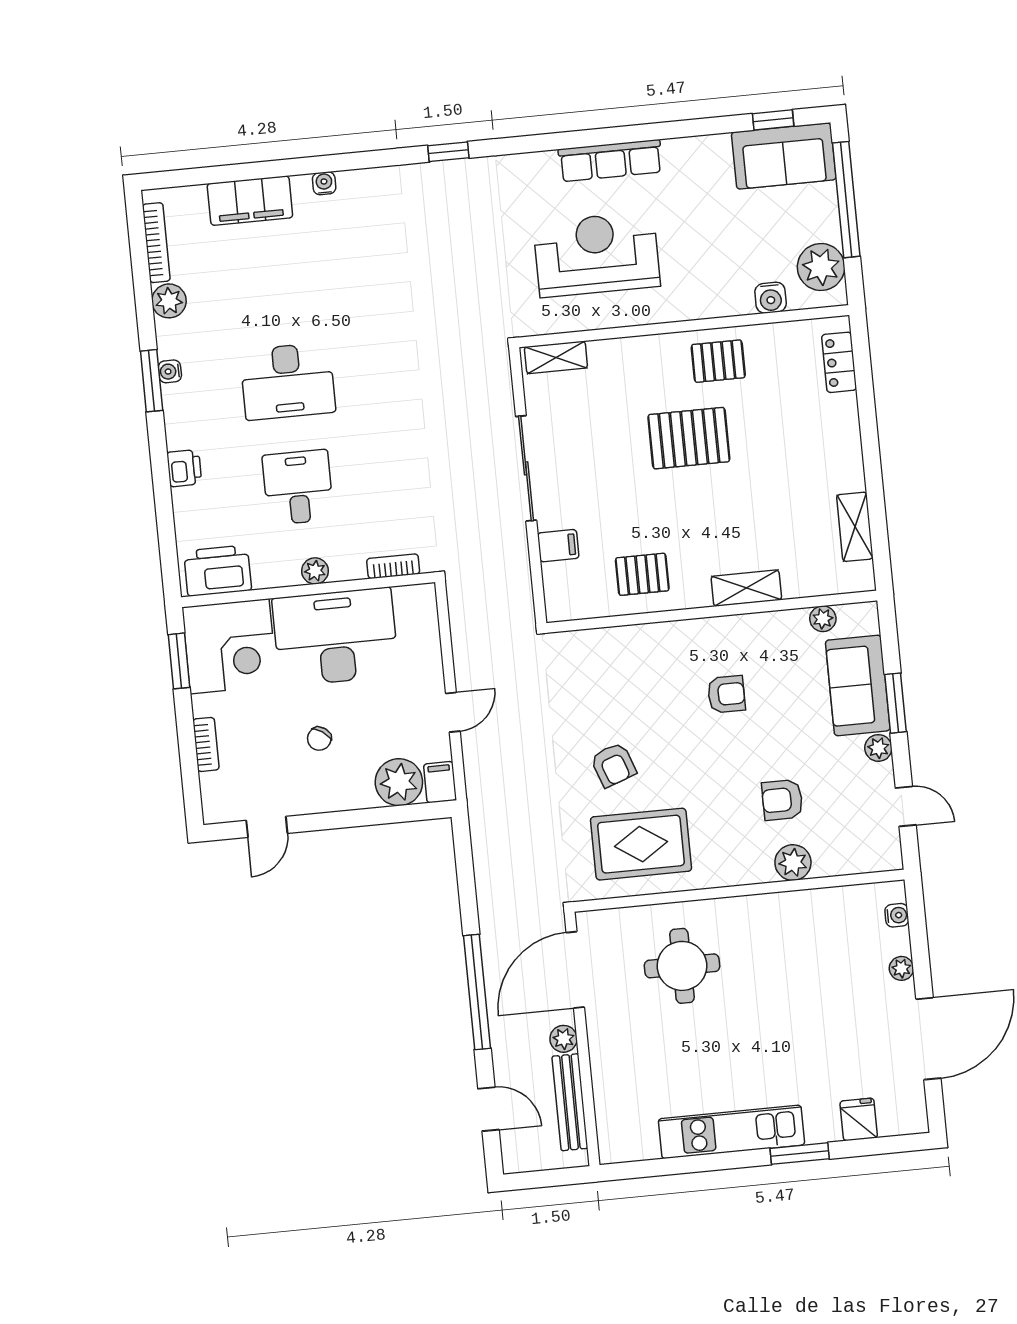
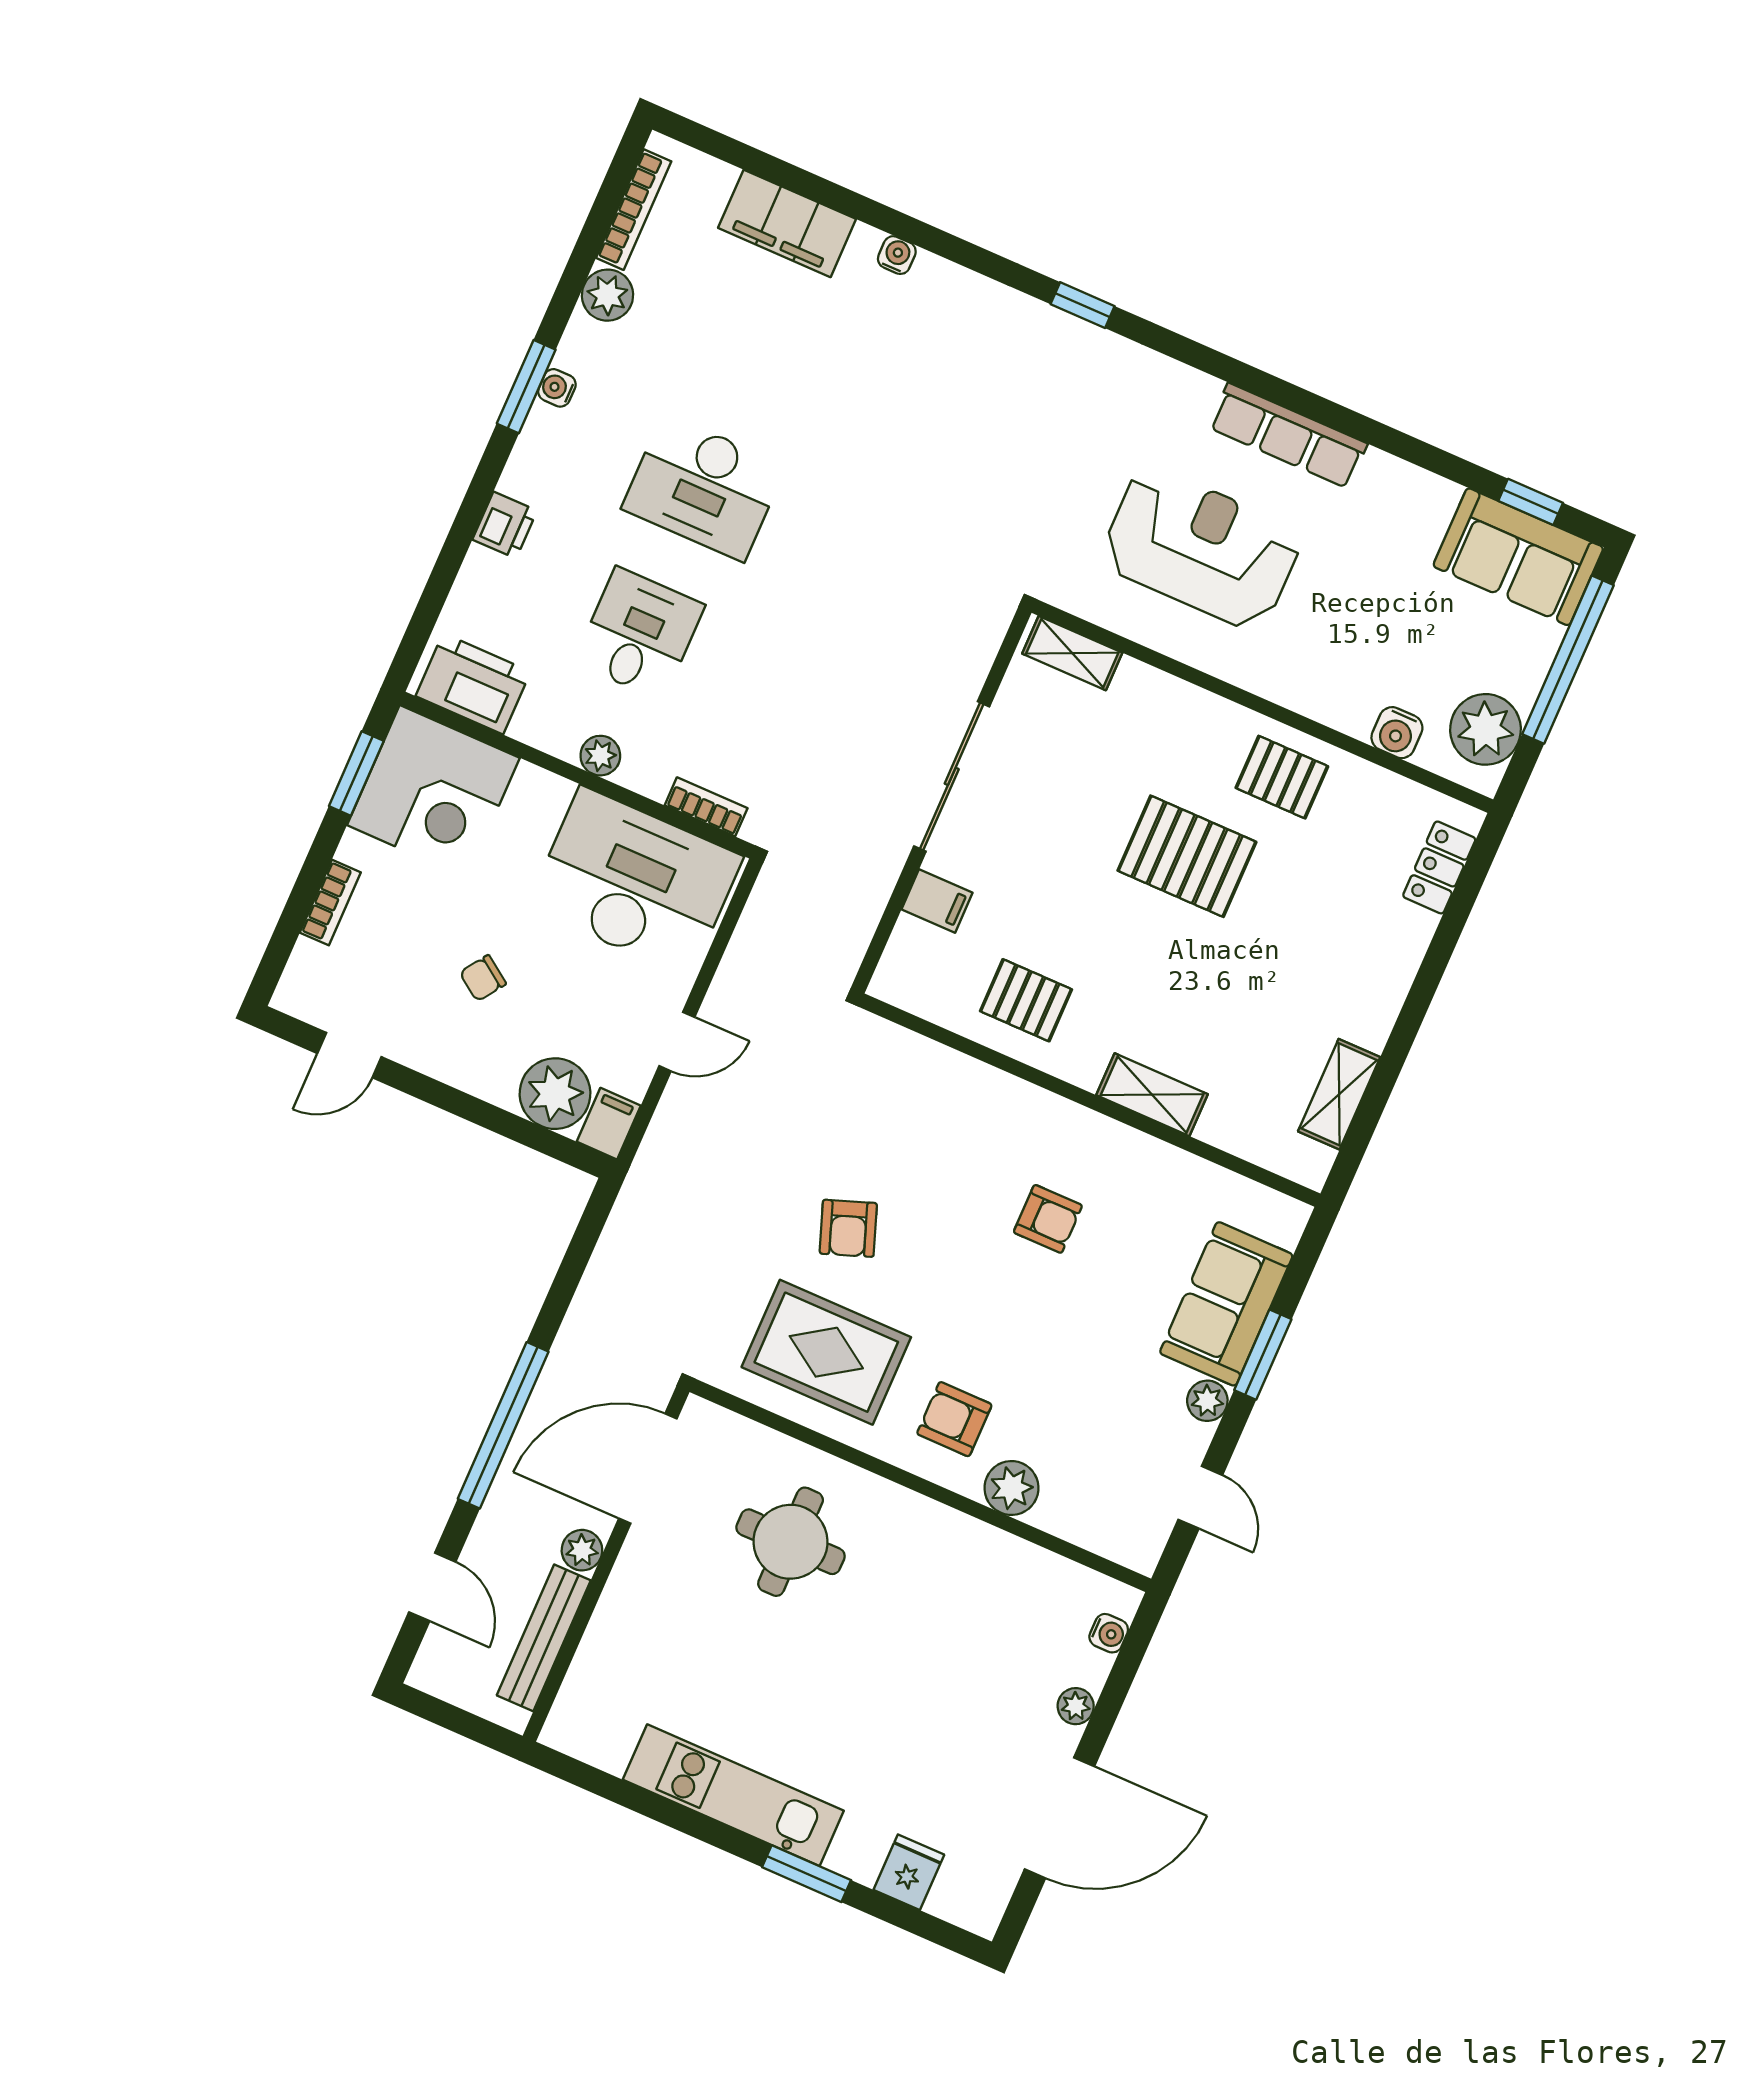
plant: (823, 619) -> (1230, 1191), removed
desk: (335, 637) -> (635, 882), moved
armchair: (782, 800) -> (954, 1419), moved

